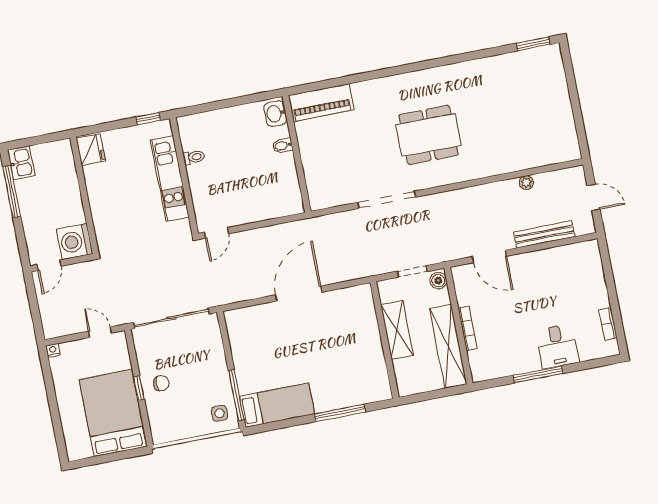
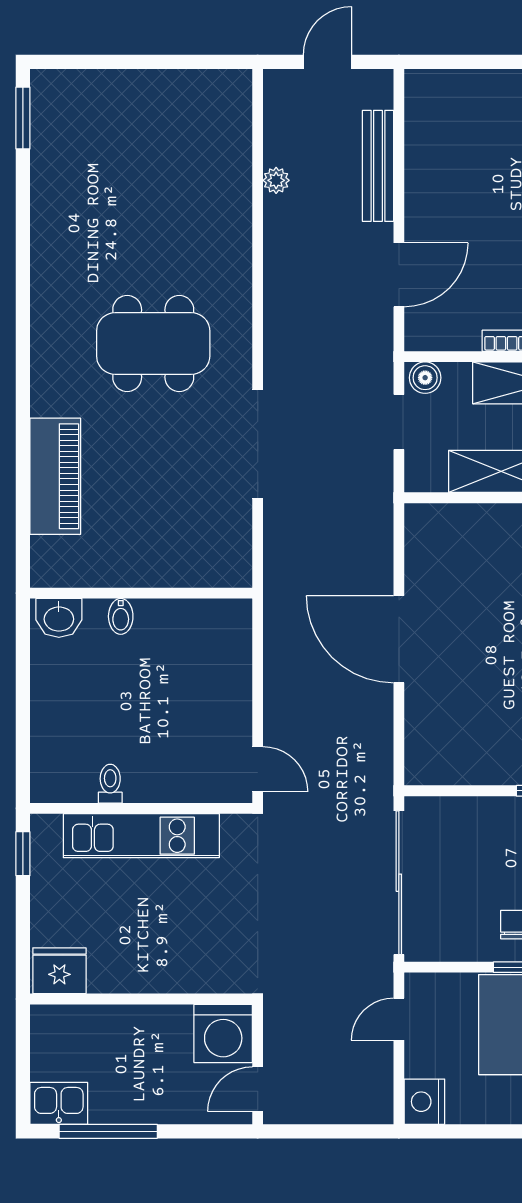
piano: (321, 103) -> (55, 476), moved
dining table: (428, 135) -> (153, 343), turned 90
door: (49, 265) -> (258, 1089), swing flipped
nightstand: (53, 350) -> (424, 1102), width x1.89, depth x1.79

